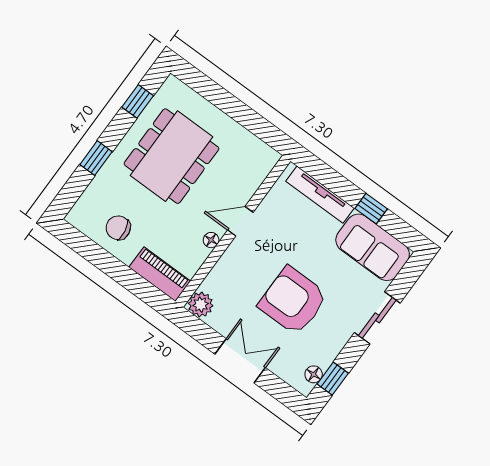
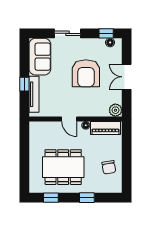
window: (371, 209) -> (24, 84), moved
piano: (160, 274) -> (105, 128), moved, turned -90

